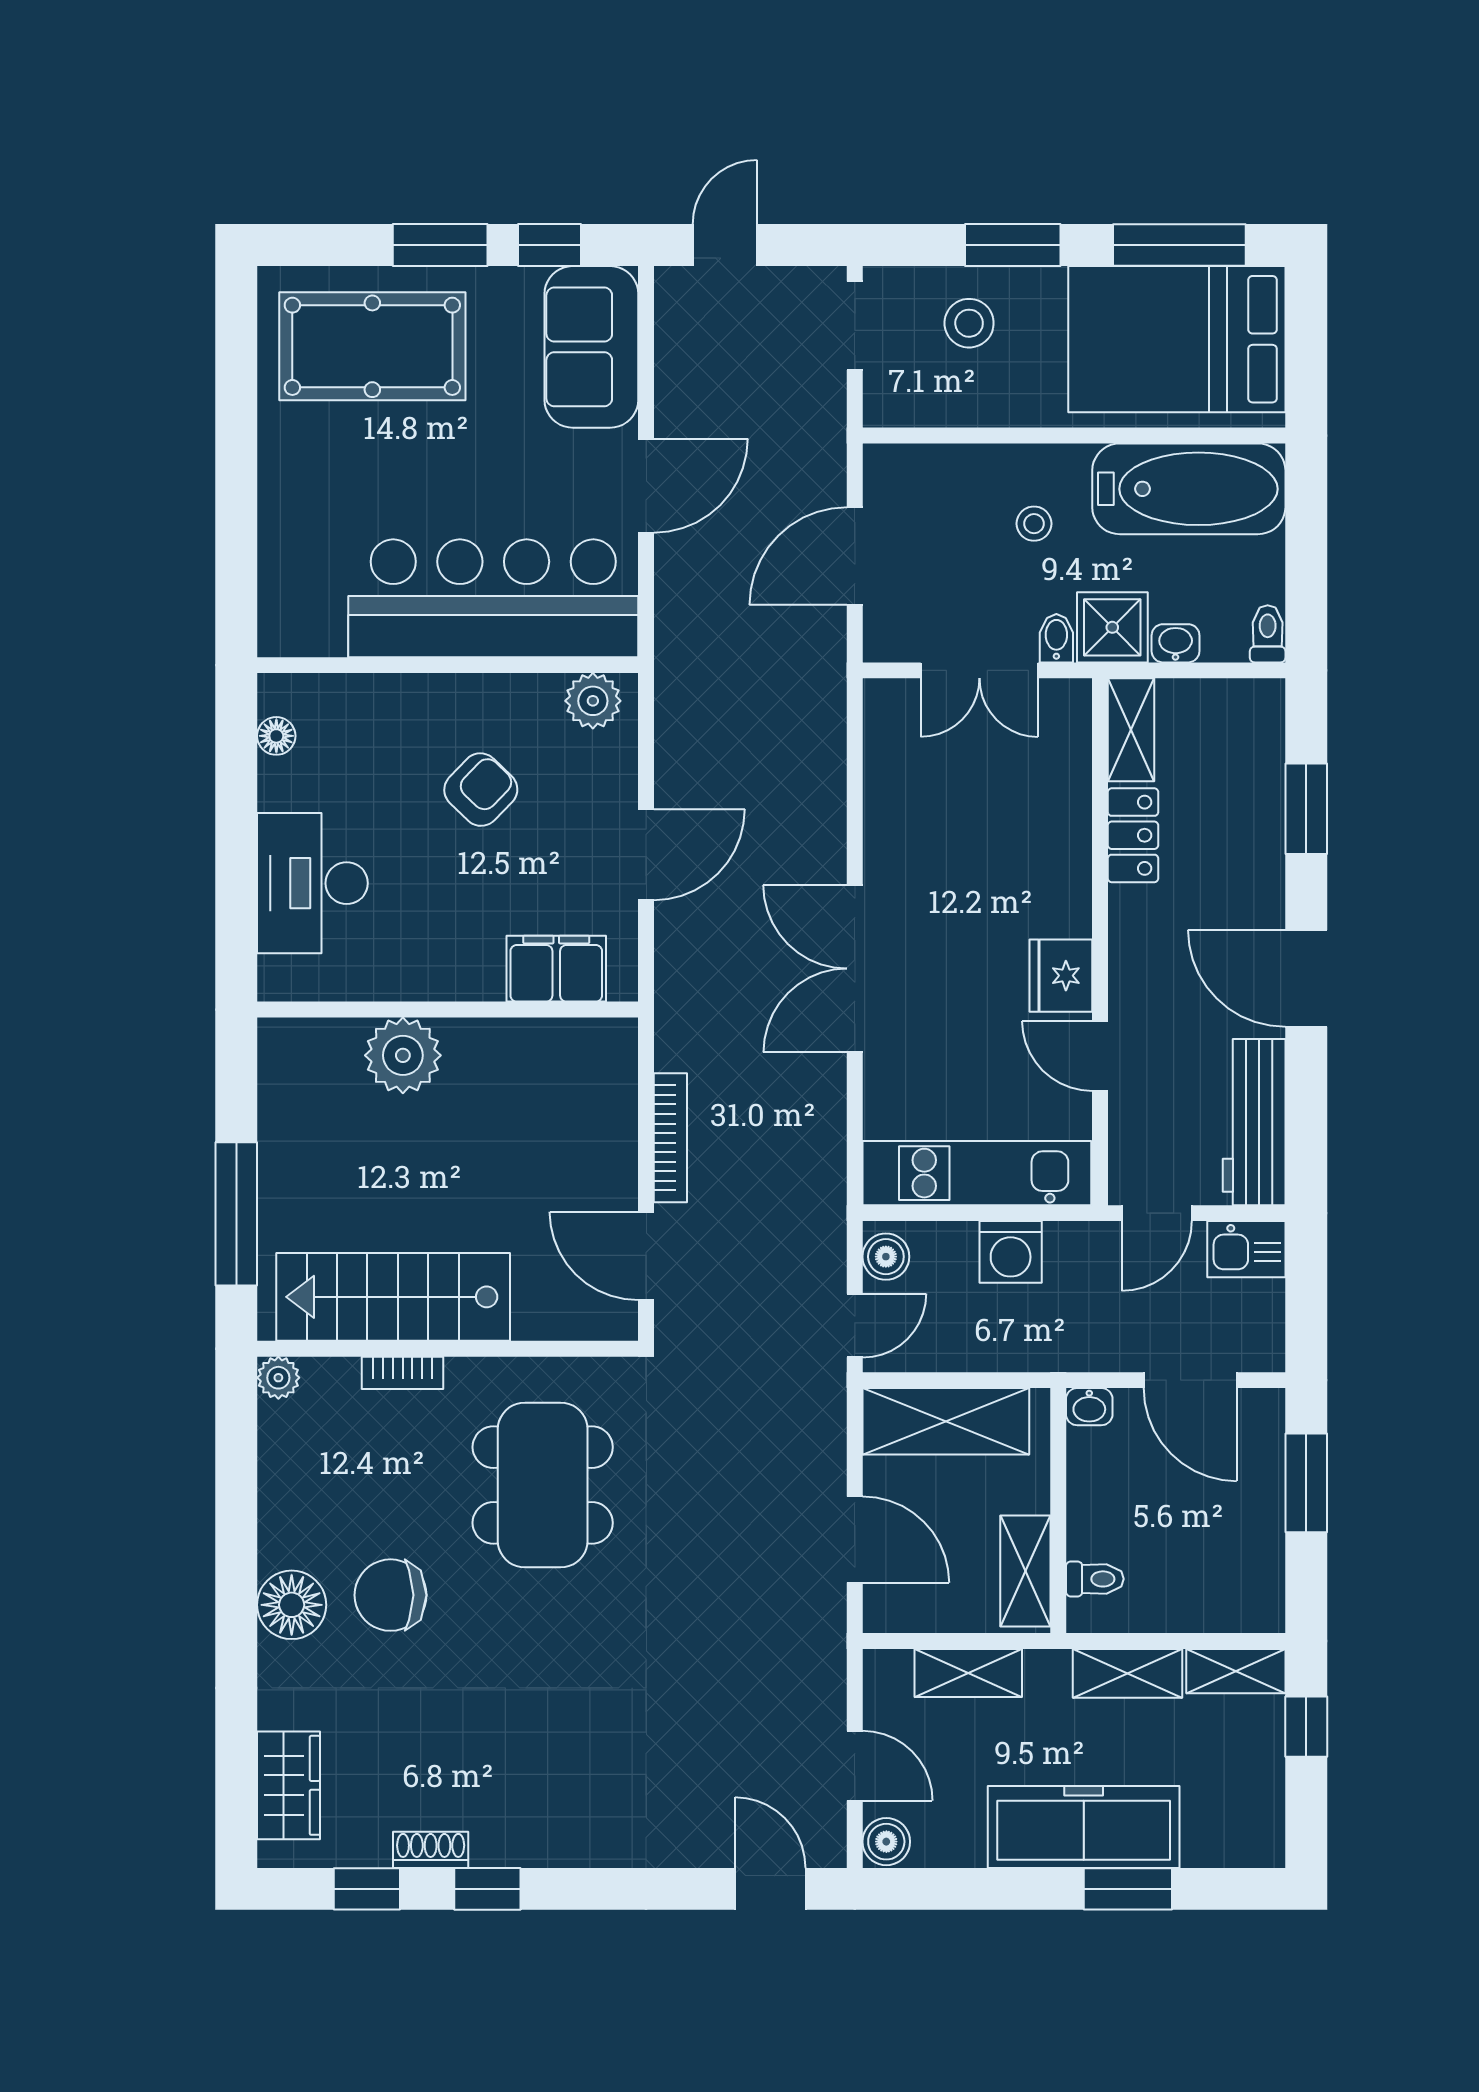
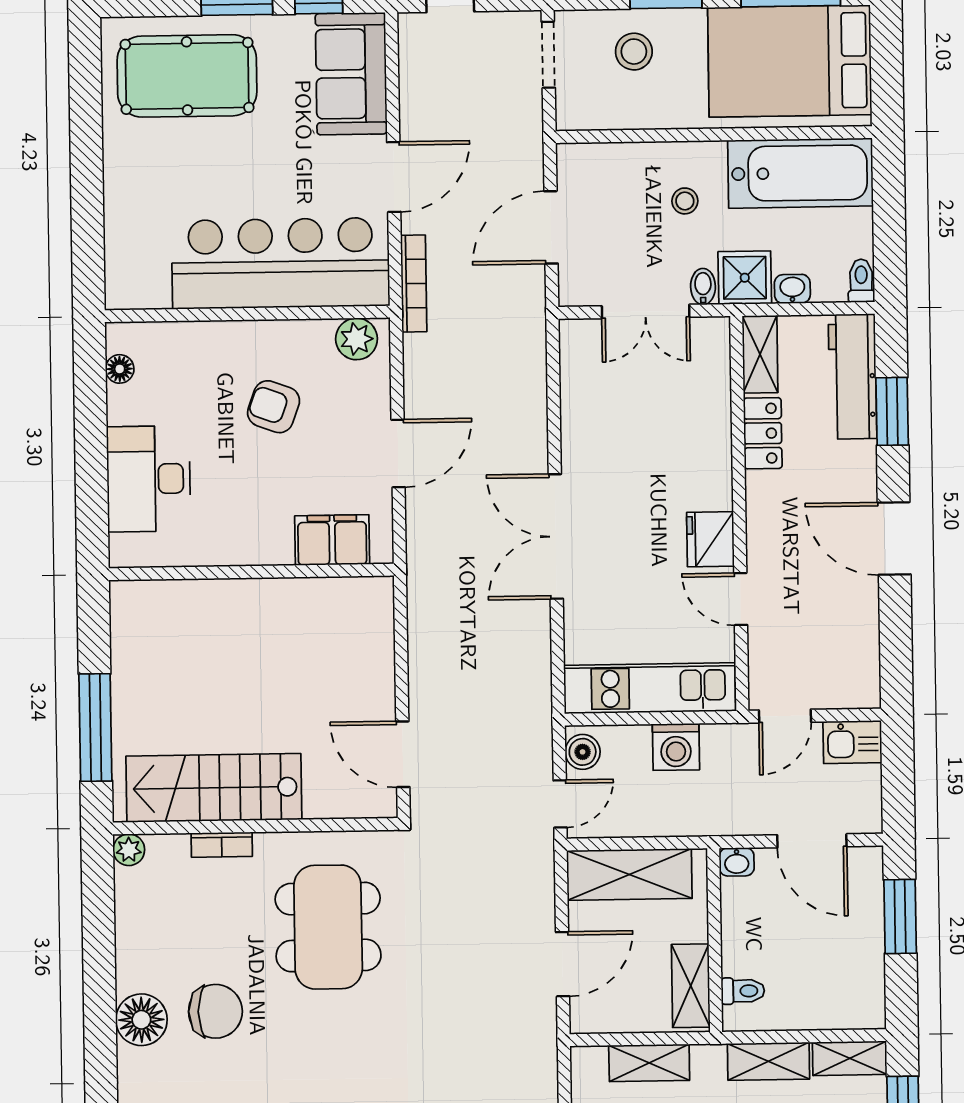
armchair: (481, 790) -> (274, 407), turned -114
plant: (403, 1055) -> (218, 607), removed
workbench: (1254, 1122) -> (853, 377), moved
bookcase: (670, 1138) -> (414, 284), moved
door: (855, 1539) -> (563, 964), hinge flipped
chair: (391, 1595) -> (215, 1011), turned 180

